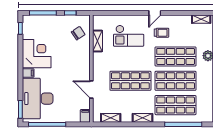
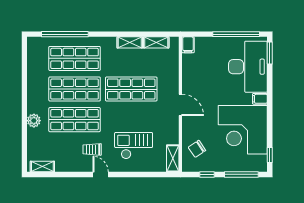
door: (155, 13) -> (101, 174), hinge flipped
shelving: (97, 41) -> (173, 158), moved
corner desk: (37, 54) -> (243, 130), width x1.36, depth x1.36
door: (91, 90) -> (180, 105), moved
shelving: (143, 118) -> (130, 42), moved

